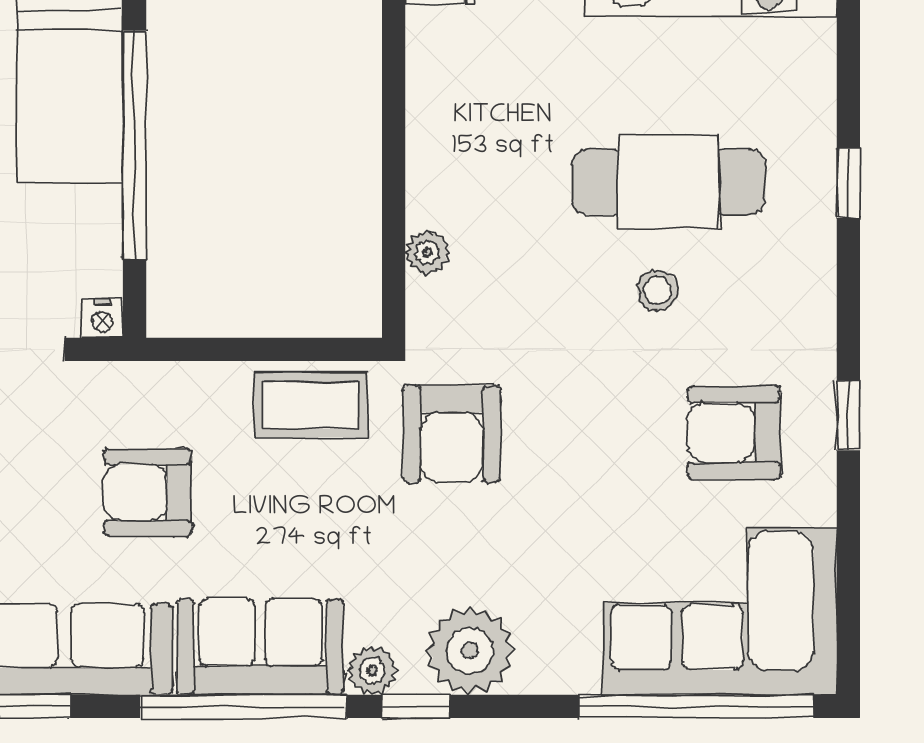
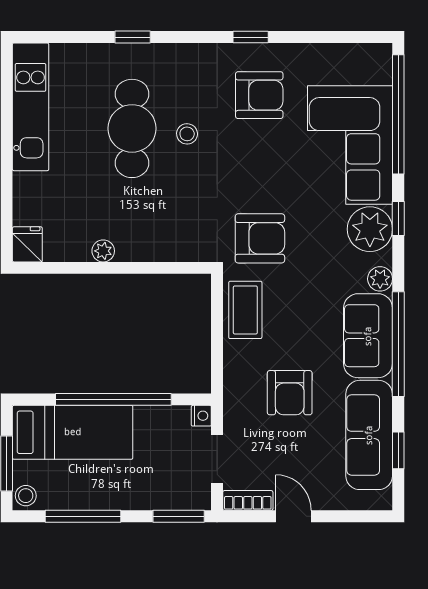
plant: (427, 252) -> (103, 251), moved
armchair: (734, 433) -> (259, 95), turned -90
corner sofa: (720, 611) -> (350, 145), moved
window: (416, 706) -> (398, 219), moved

